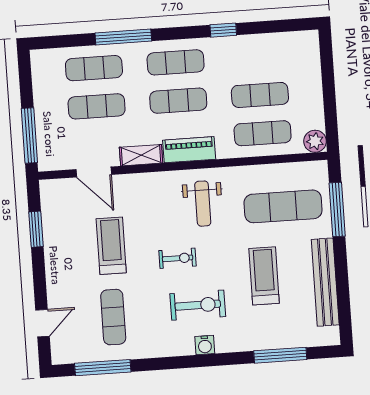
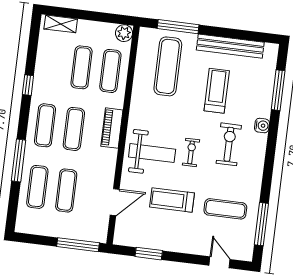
shelving: (141, 155) -> (61, 24), moved, turned 90
weight bench: (203, 204) -> (152, 153), moved, width x1.36, depth x1.33
treadmill: (264, 276) -> (217, 91), turned 90
water cooler: (205, 345) -> (262, 126), moved

